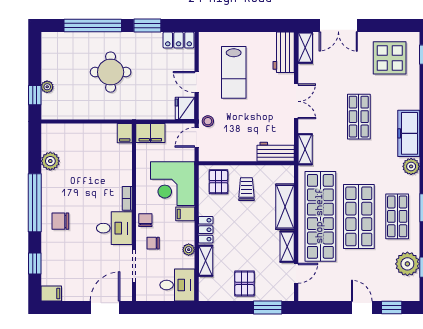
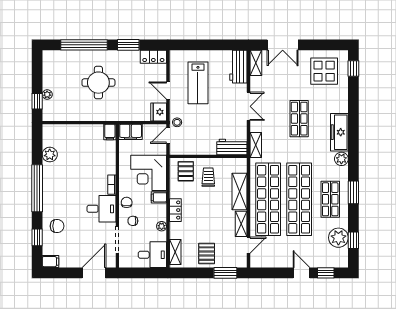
shop shelf: (359, 216) -> (299, 199), width x1.40
chair: (60, 221) -> (57, 226), moved, turned 180
shelving: (206, 261) -> (175, 252), moved

